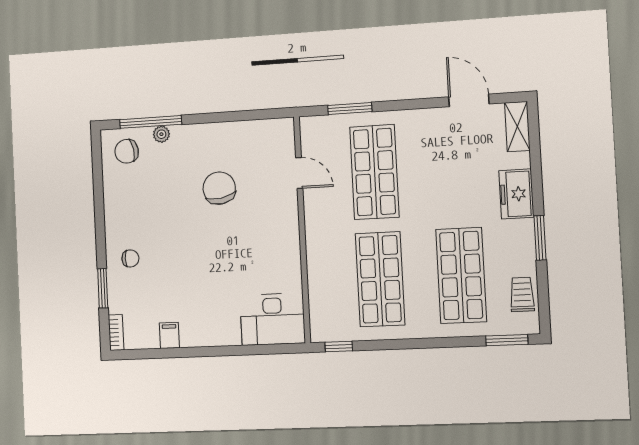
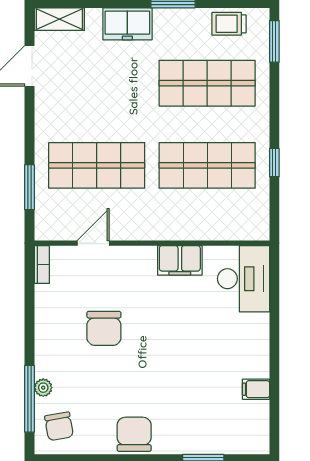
chair: (219, 188) -> (104, 328), turned -80
filing cabinet: (287, 257) -> (180, 260), added
chair: (130, 258) -> (134, 434), moved, width x1.87, depth x1.87
bookcase: (116, 332) -> (42, 264), moved, turned 90
window: (339, 347) -> (274, 163), moved

